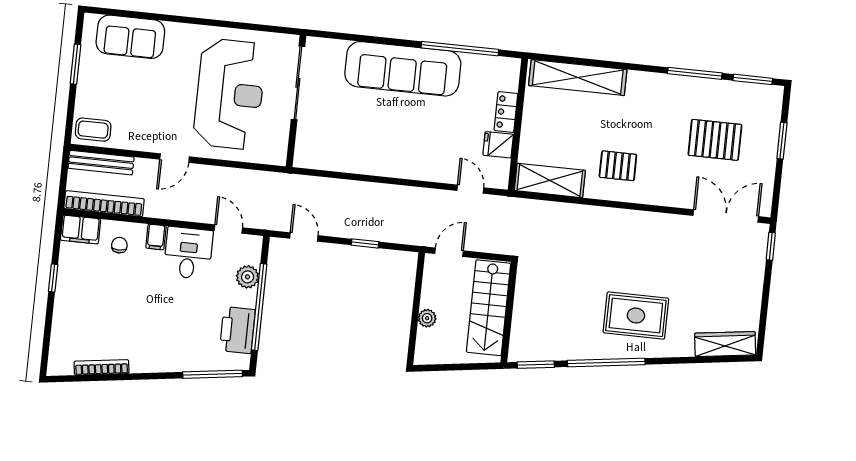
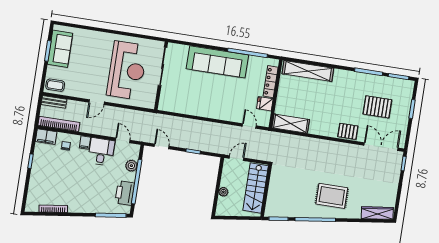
sofa: (130, 37) -> (60, 49), moved, turned -90
locker: (506, 112) -> (271, 82), width x1.53
bench: (101, 163) -> (54, 102), width x0.73
pallet: (618, 166) -> (348, 131), moved

